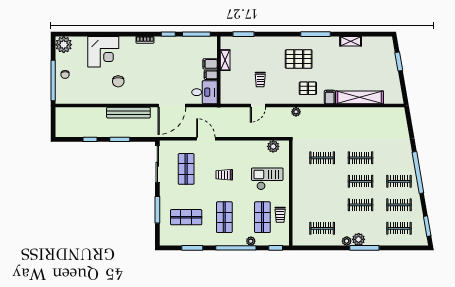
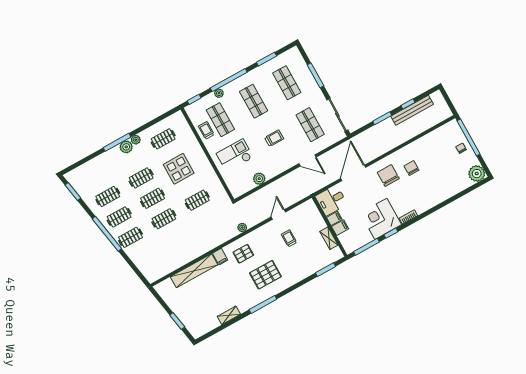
corner desk: (103, 52) -> (381, 219), moved
chair: (142, 86) -> (388, 175), added
bench: (128, 113) -> (412, 110), moved
plant: (273, 146) -> (259, 179), moved
checkout: (267, 179) -> (235, 155), turned 180
display table: (323, 194) -> (179, 169), added
shop shelf: (186, 217) -> (287, 83), turned 90
clothes rail: (399, 228) -> (130, 237), moved

